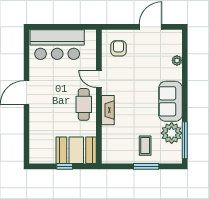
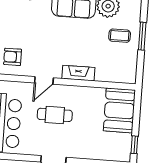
cafe table: (84, 104) -> (55, 115), moved
window: (65, 166) -> (134, 145), moved

